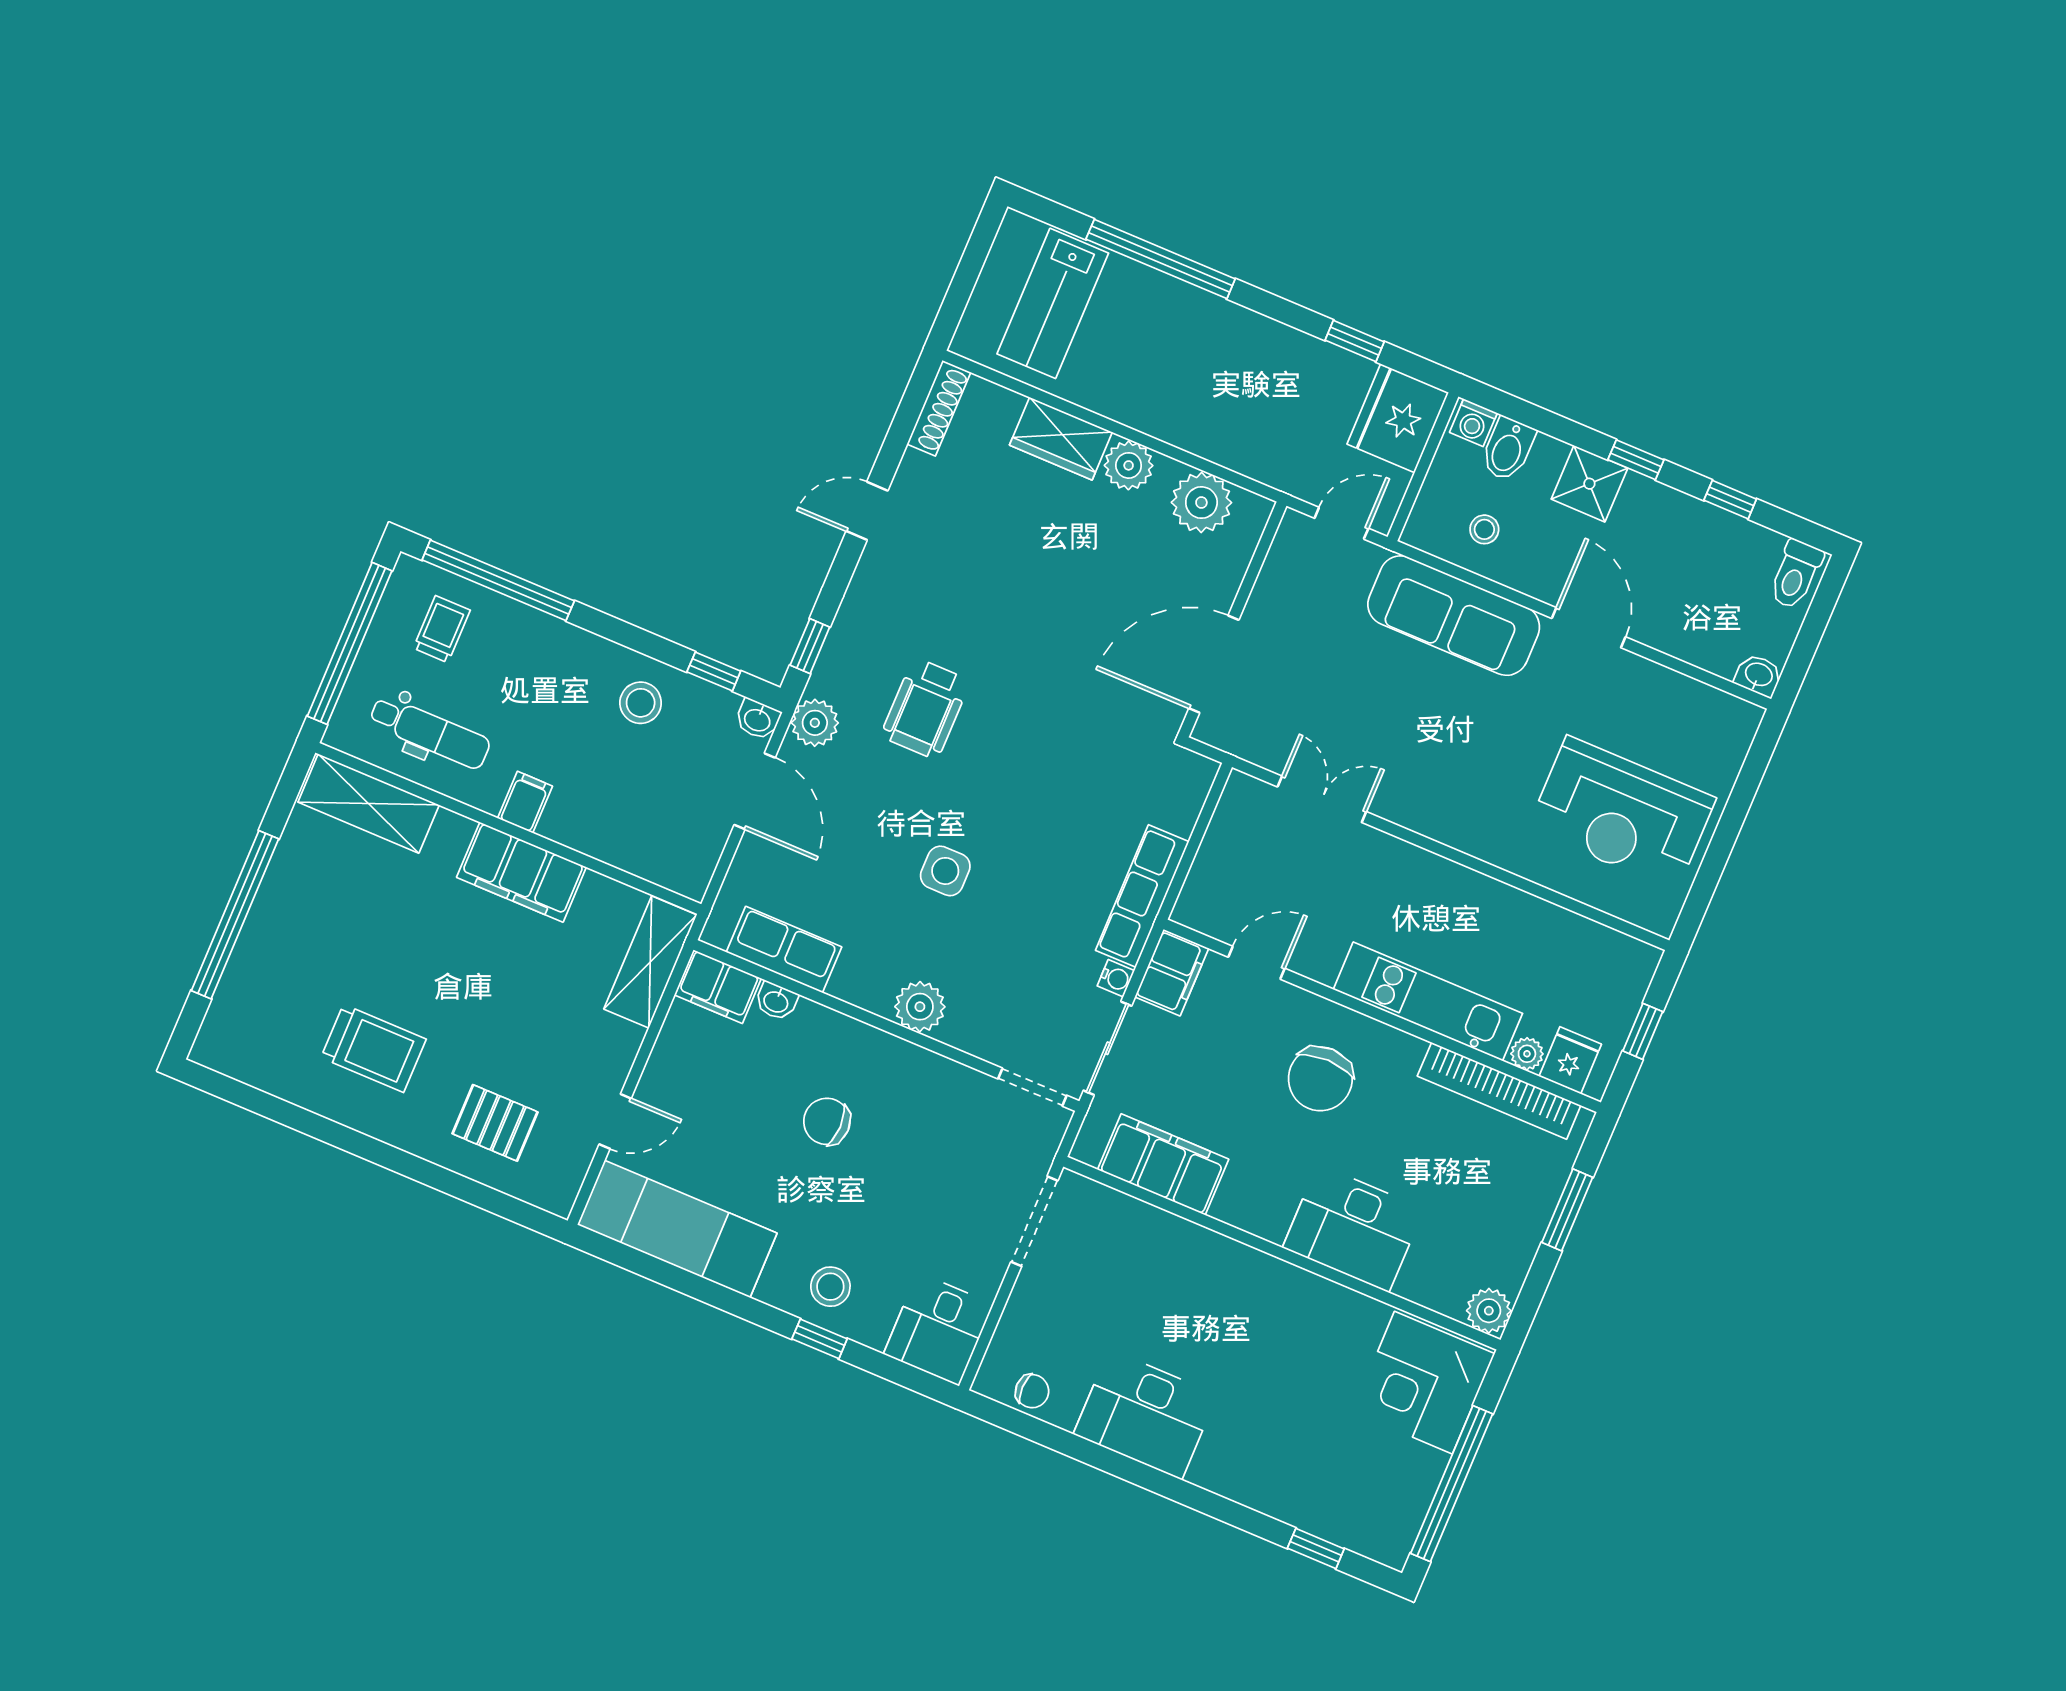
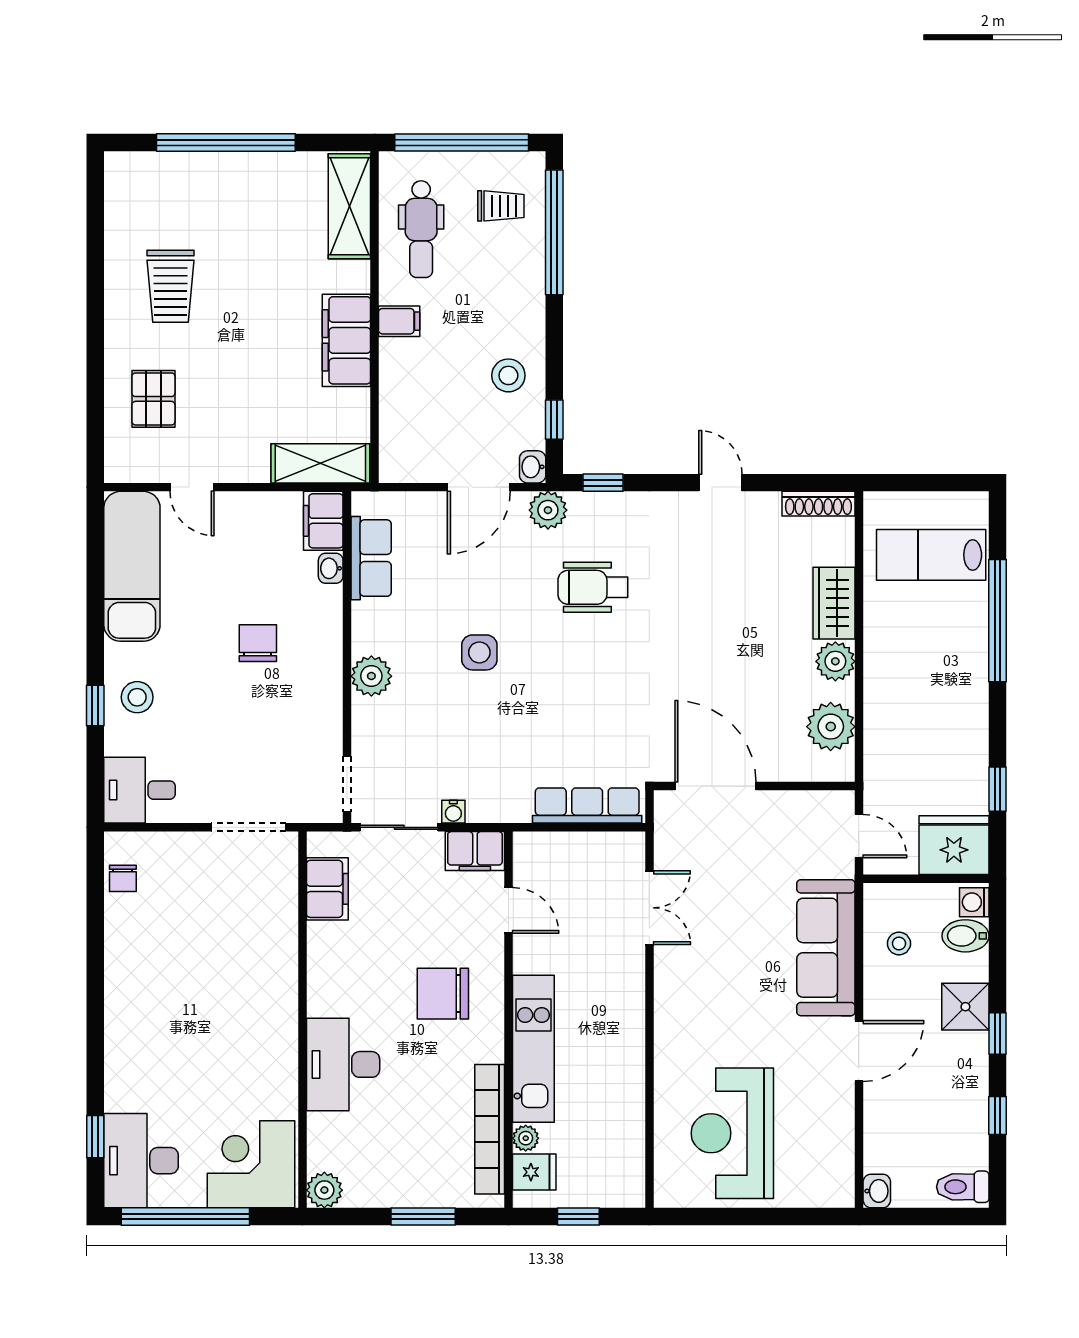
row of seats: (1142, 896) -> (587, 805), moved
filing cabinet: (1163, 1164) -> (327, 889), width x0.67, depth x0.86
desk: (1145, 1414) -> (141, 1161), moved

